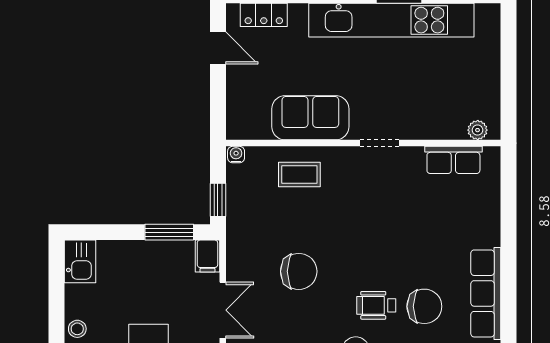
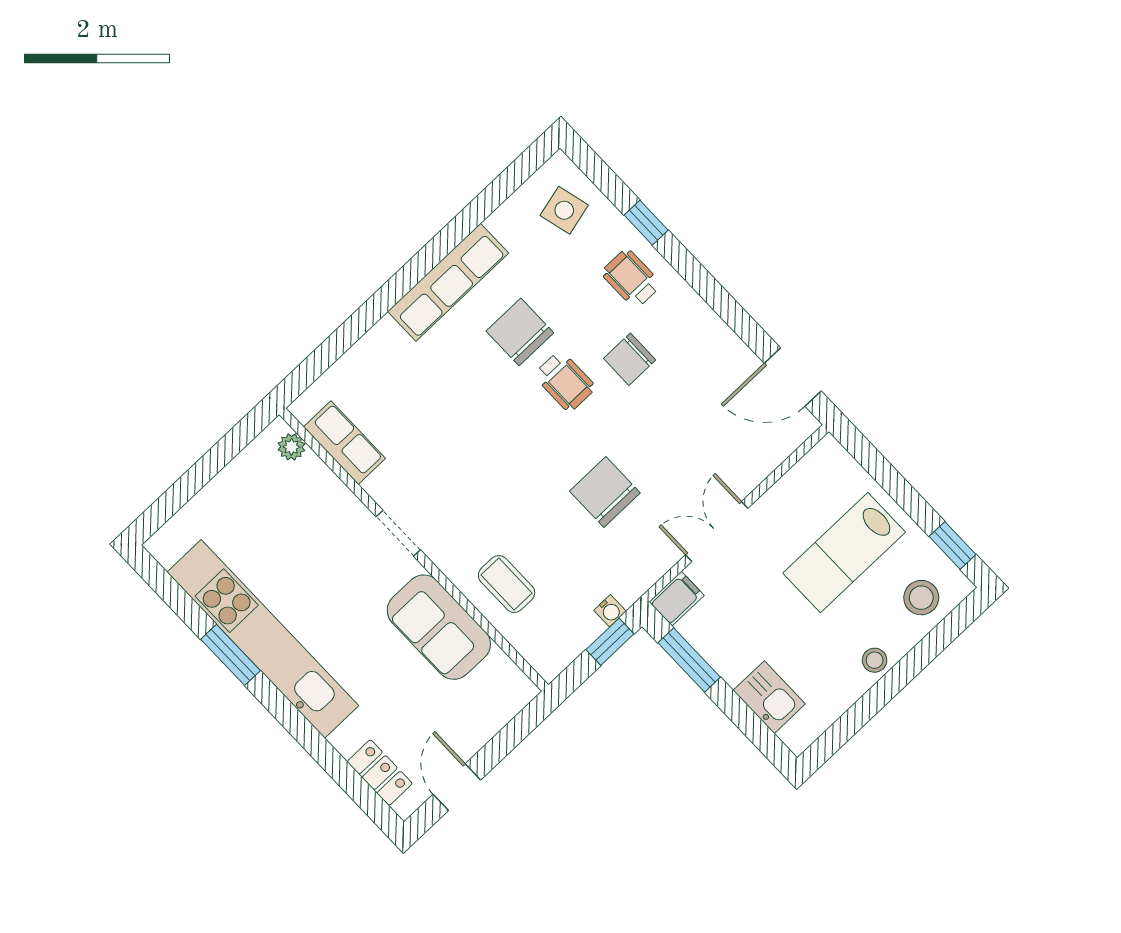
water cooler: (236, 155) -> (610, 611), moved, turned -90
kitchen sink: (80, 261) -> (769, 697), moved, turned 90

